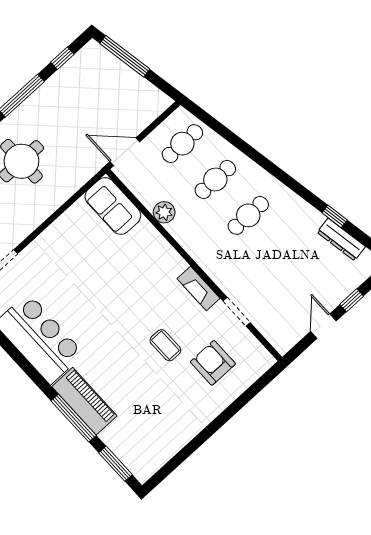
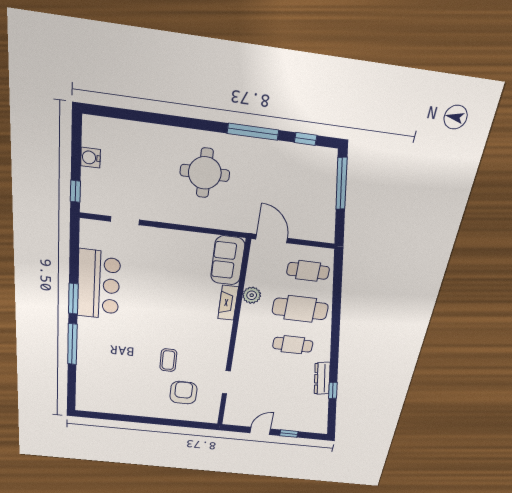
cafe table: (215, 180) -> (300, 309), width x1.37, depth x1.35
dresser: (341, 239) -> (322, 378), moved
fireplace: (198, 288) -> (228, 303), moved
piano: (84, 401) -> (89, 342), removed
window: (115, 464) -> (73, 299), moved

